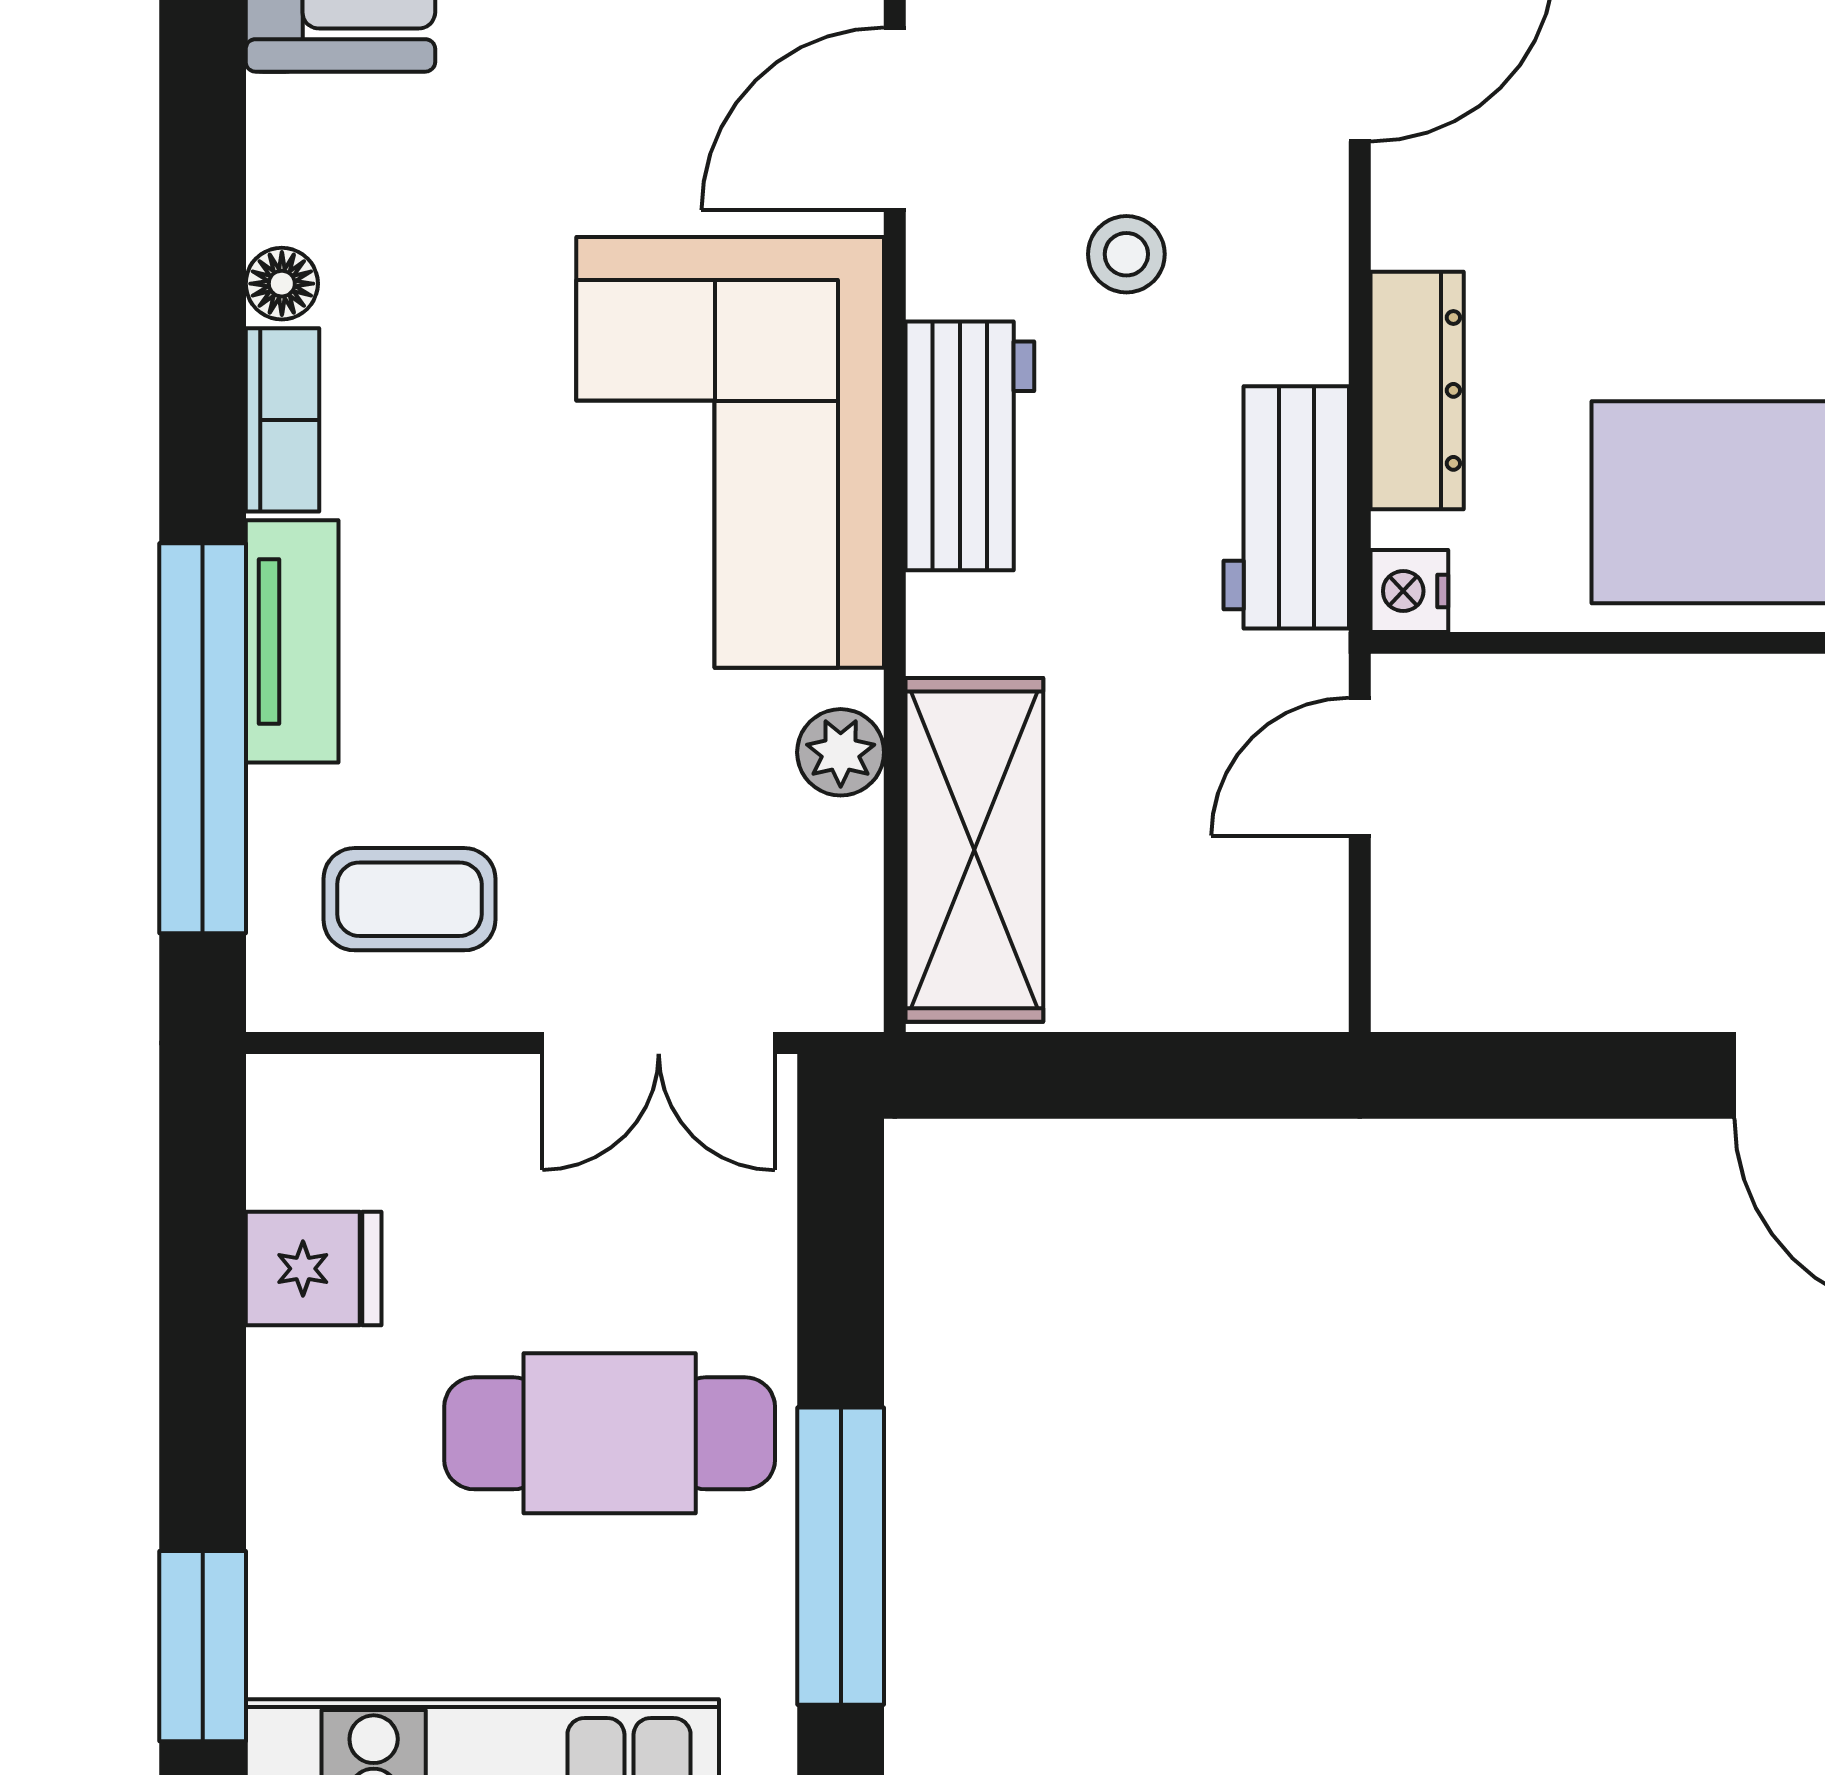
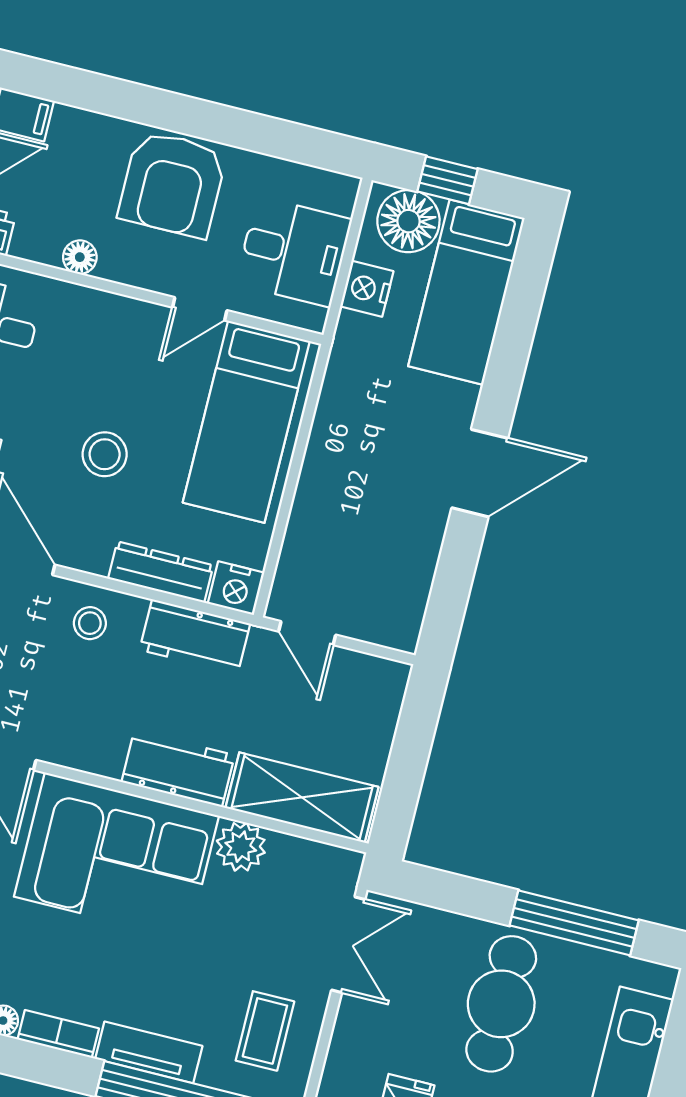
stool: (1659, 191) -> (105, 454), added
stool: (1126, 254) -> (90, 623), moved
workbench: (970, 446) -> (178, 769), moved
nightstand: (1409, 591) -> (236, 588), width x1.39, depth x1.35
plant: (841, 752) -> (241, 847), width x1.38, depth x1.38

